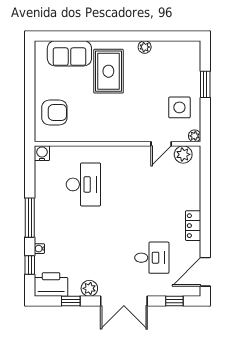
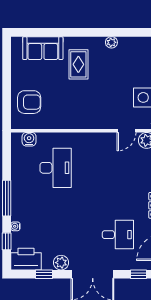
rug: (108, 71) -> (78, 64), width x0.73, depth x0.70
water cooler: (42, 153) -> (29, 139), moved

